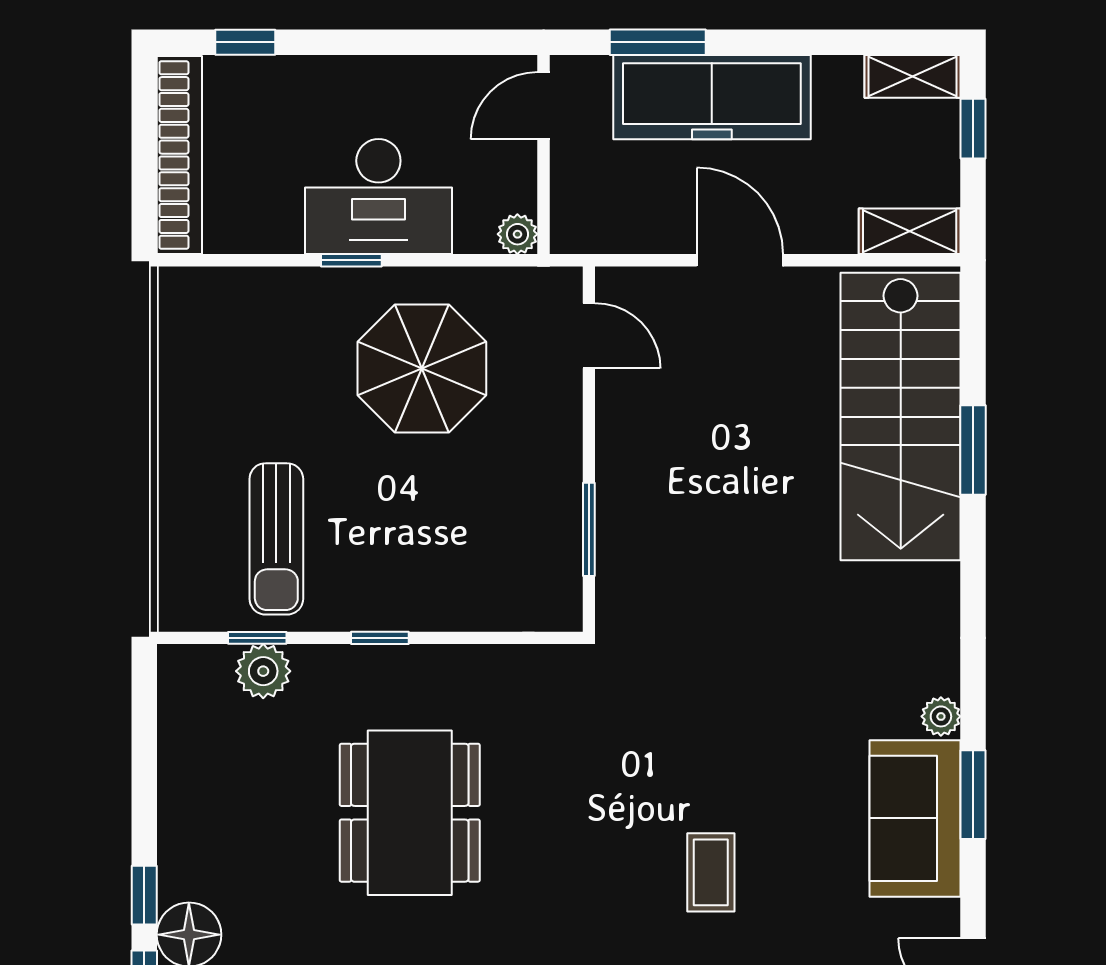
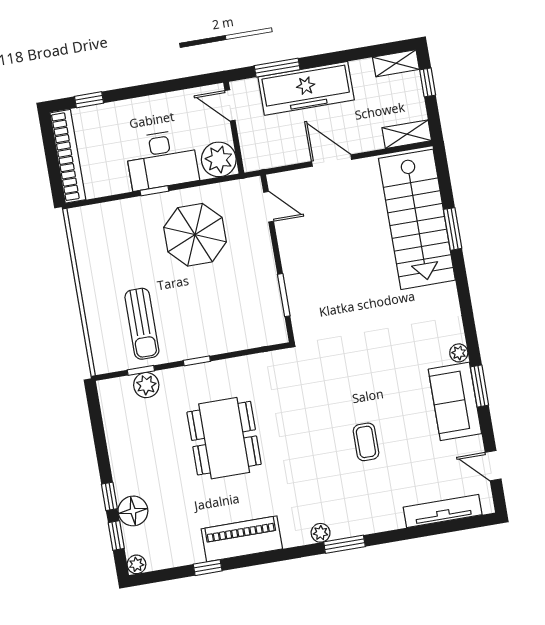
door: (544, 106) -> (230, 105), hinge flipped
plant: (517, 234) -> (219, 159), width x1.88, depth x1.88

